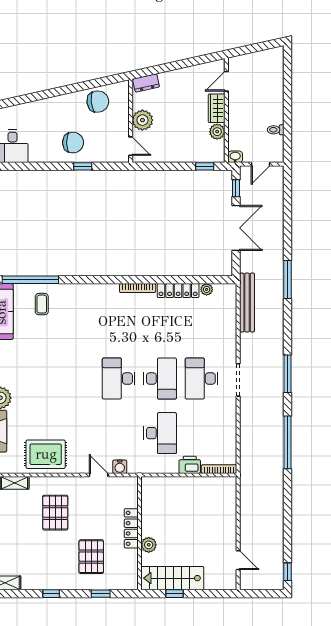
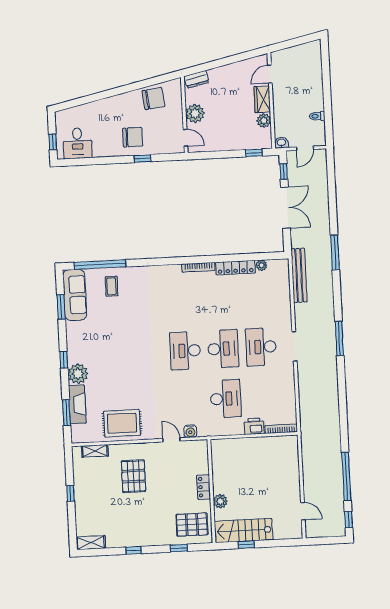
window: (288, 442) -> (346, 476), moved
locker: (131, 528) -> (204, 487), width x0.66
pallet: (91, 557) -> (192, 525), moved, turned 90

